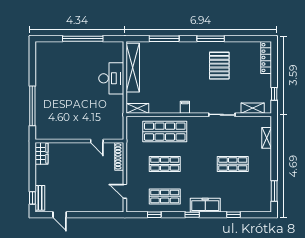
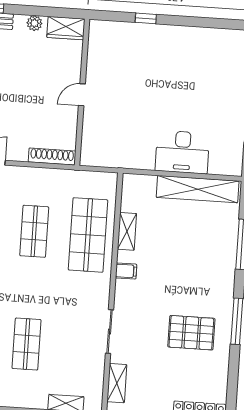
window: (32, 106) -> (146, 18), width x0.32
shelving: (137, 108) -> (127, 231), moved
door: (97, 141) -> (82, 95), moved
plant: (40, 172) -> (34, 23), added

